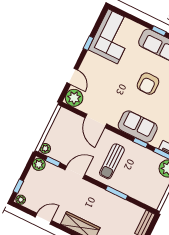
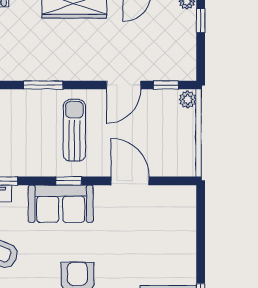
door: (72, 76) -> (201, 232), removed
plant: (74, 98) -> (182, 200), removed
window: (140, 143) -> (69, 181), moved
plant: (39, 164) -> (186, 70), removed

